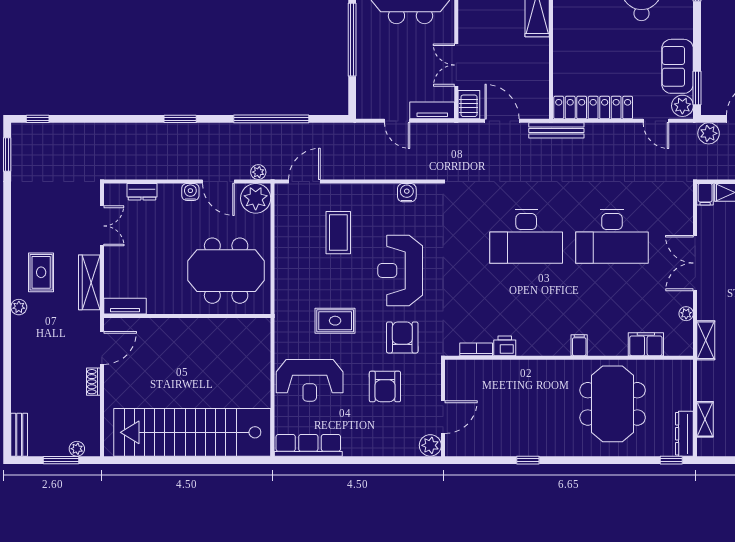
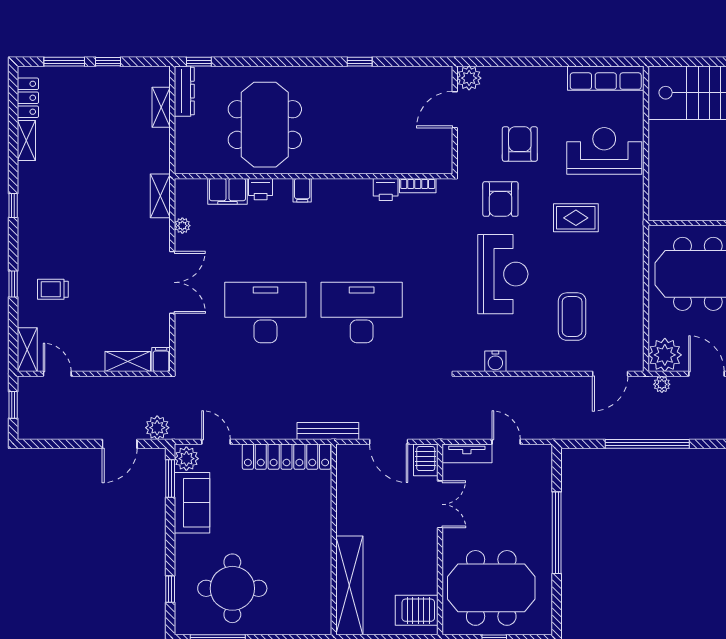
printer: (616, 346) -> (261, 189), added

